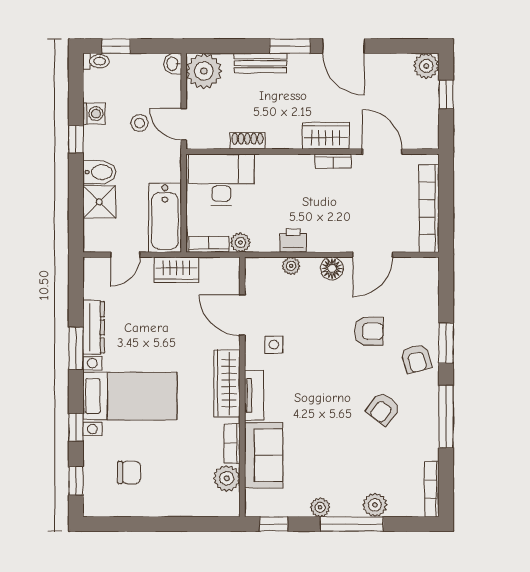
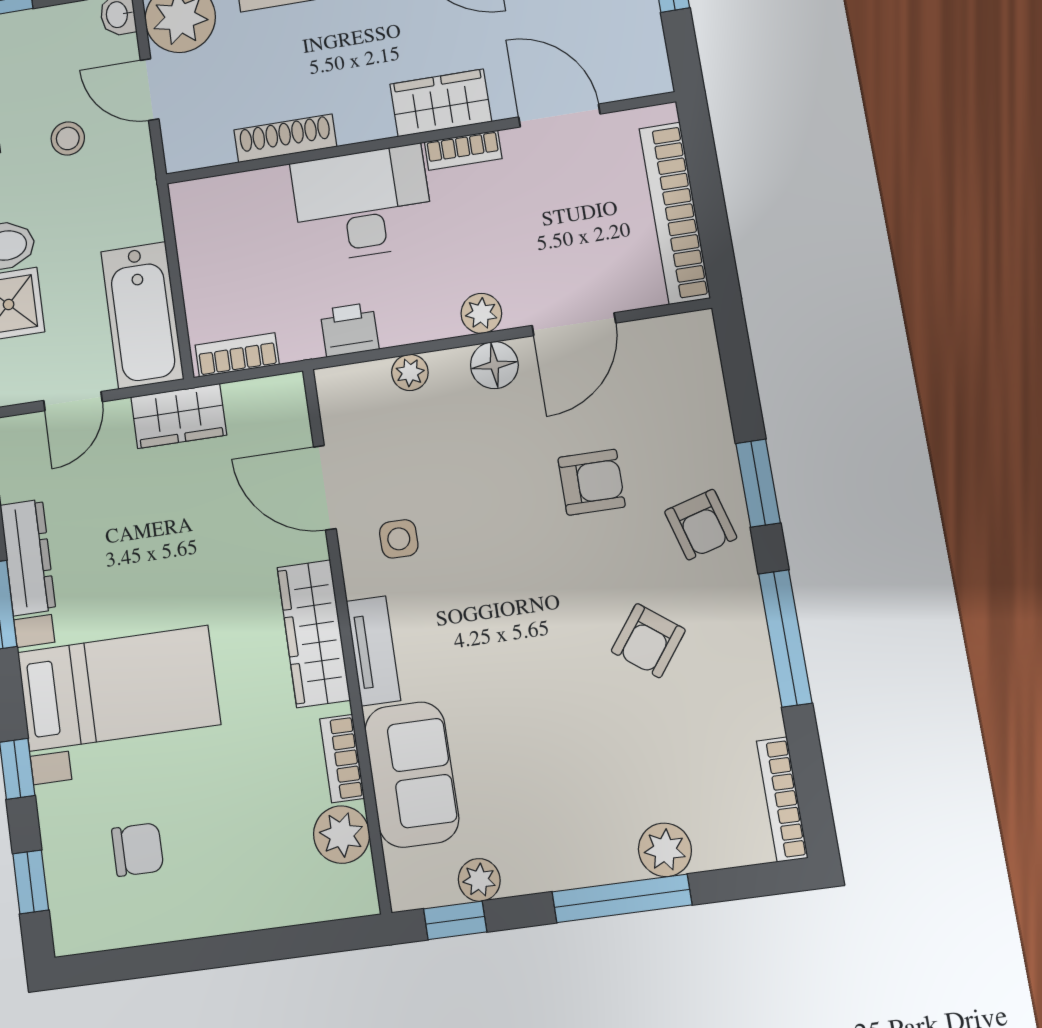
door: (184, 124) -> (150, 90), moved
shoe rack: (247, 141) -> (285, 138), width x1.43
desk: (221, 180) -> (362, 204), moved
printer: (293, 241) -> (349, 330), moved
plant: (240, 243) -> (481, 313), moved
plant: (320, 507) -> (479, 880), moved

